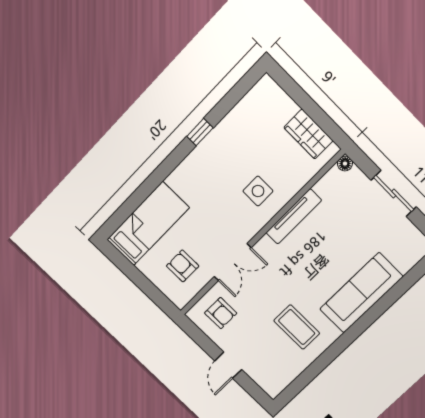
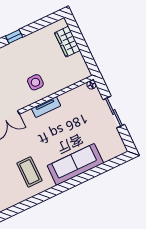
wardrobe: (308, 134) -> (67, 42), moved
tv unit: (294, 216) -> (46, 107), width x0.71

